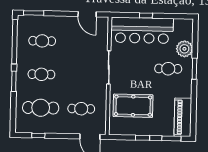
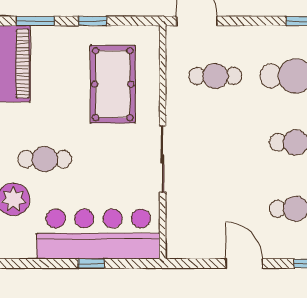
door: (87, 14) -> (244, 264), moved
pool table: (133, 106) -> (113, 84), turned 90

